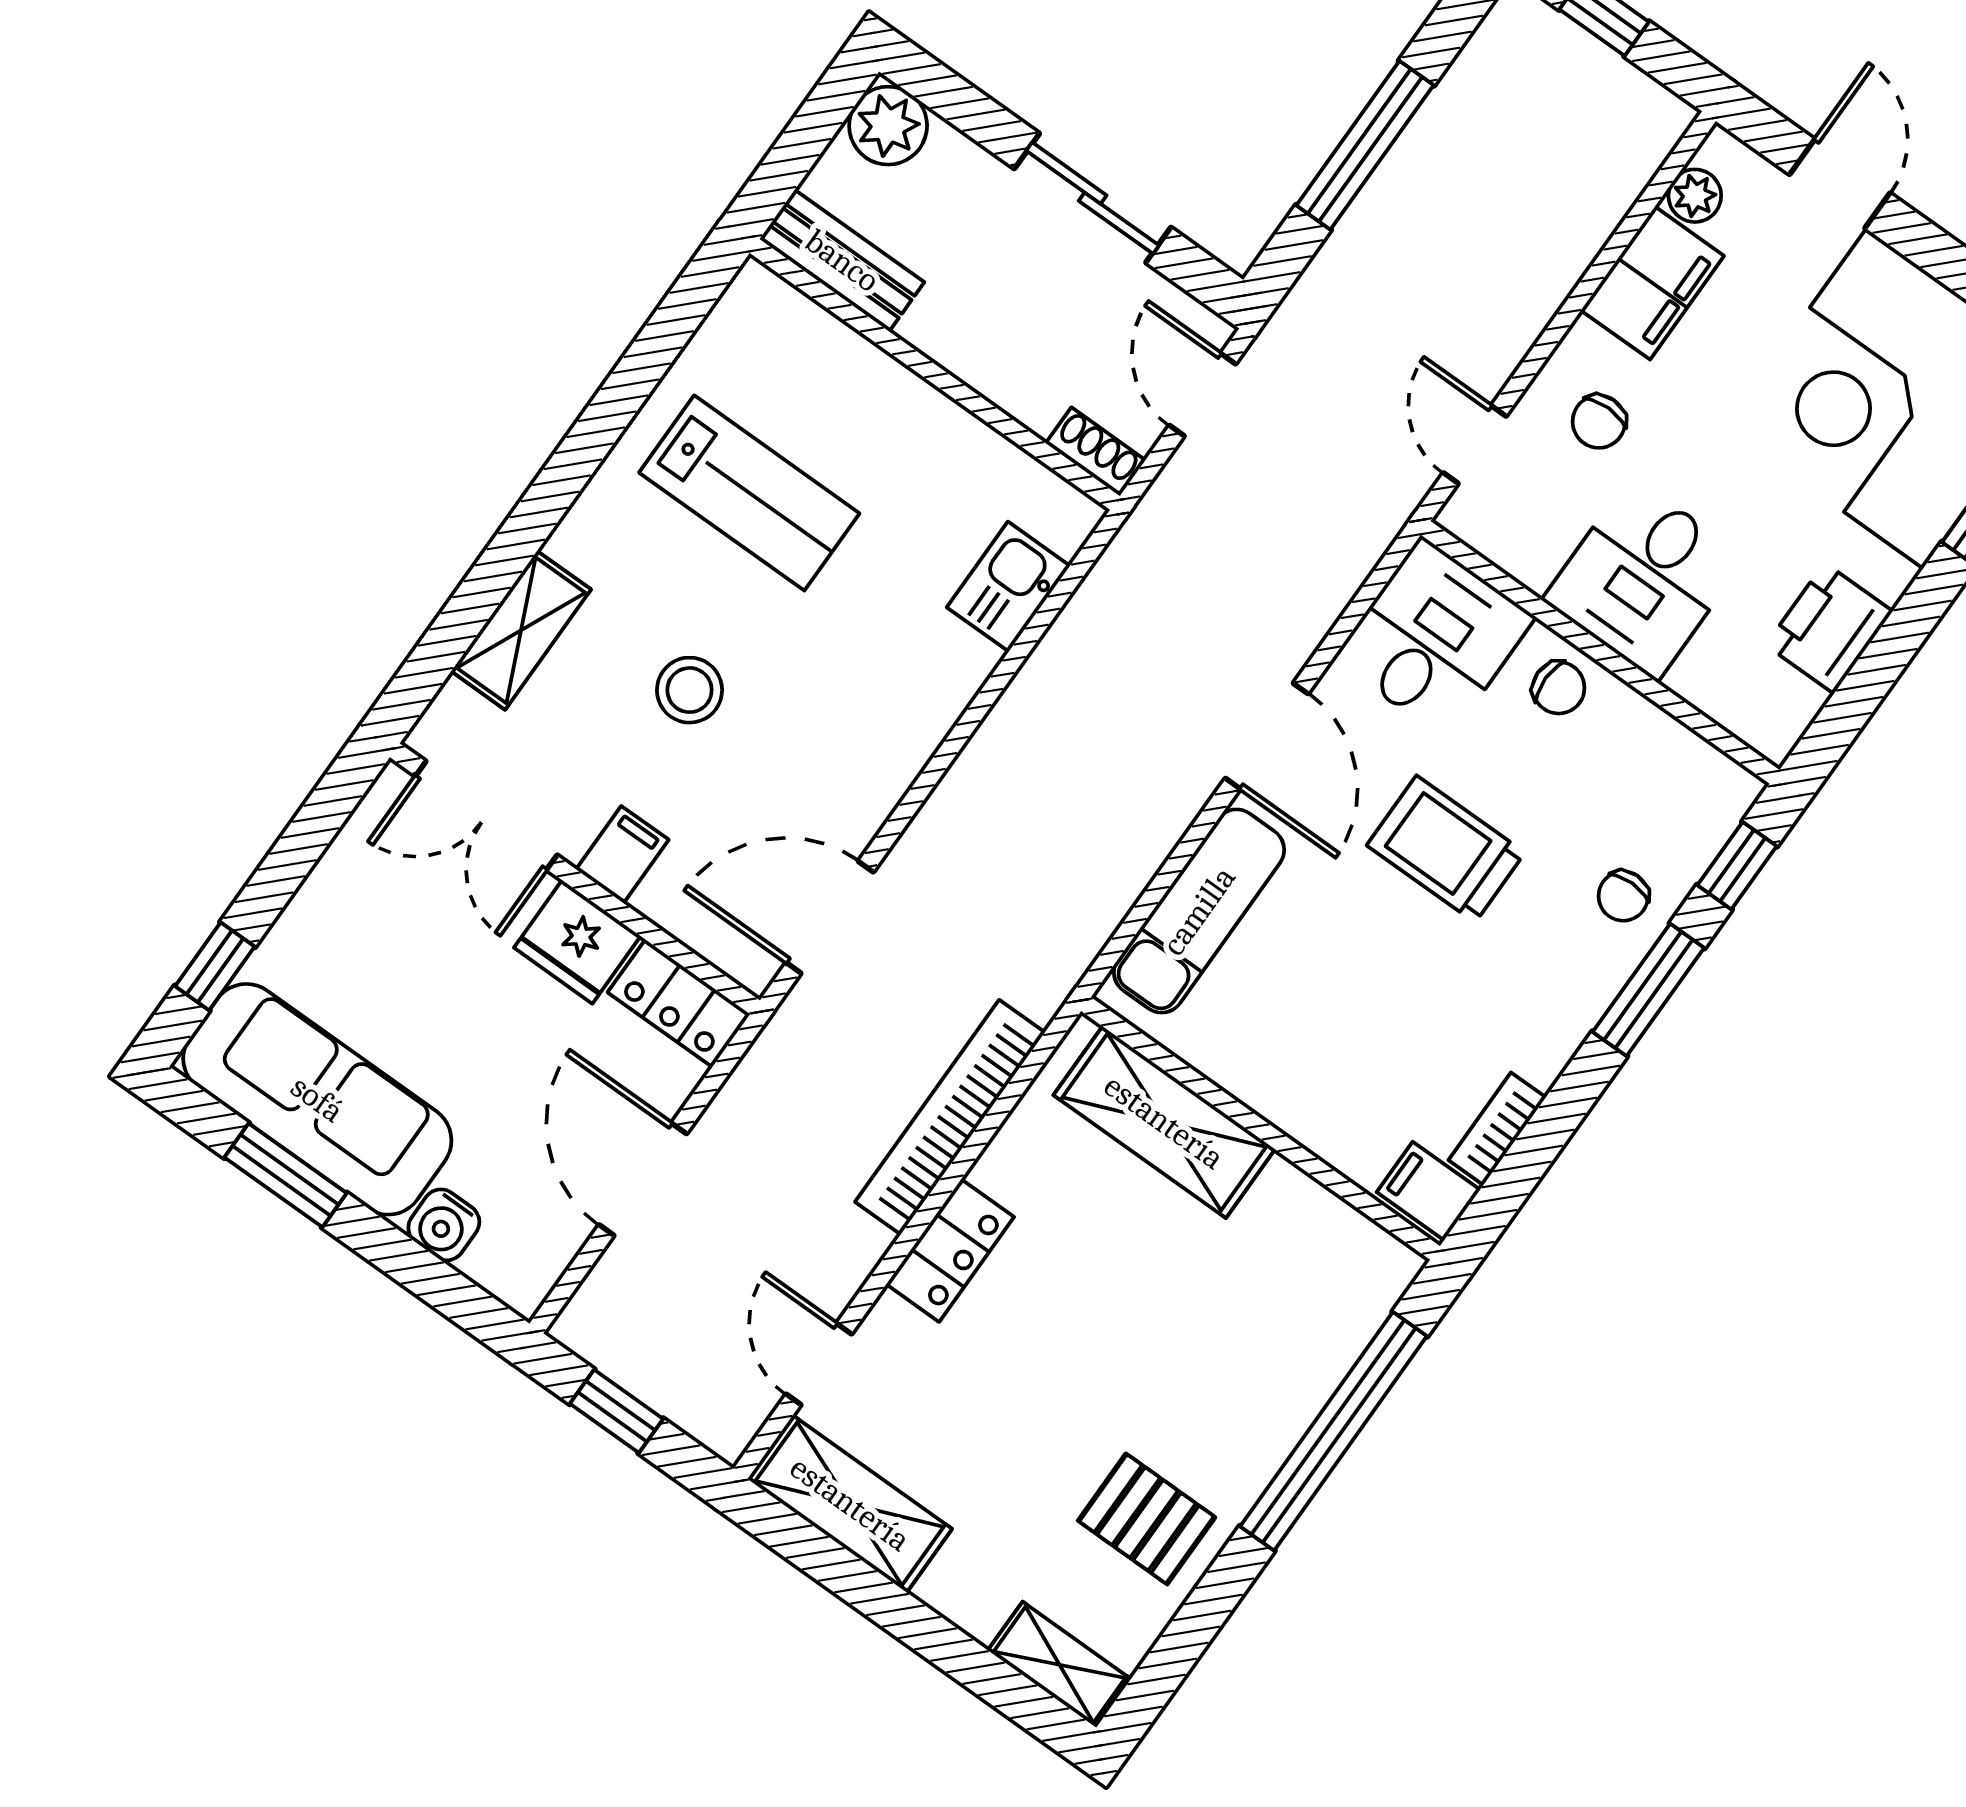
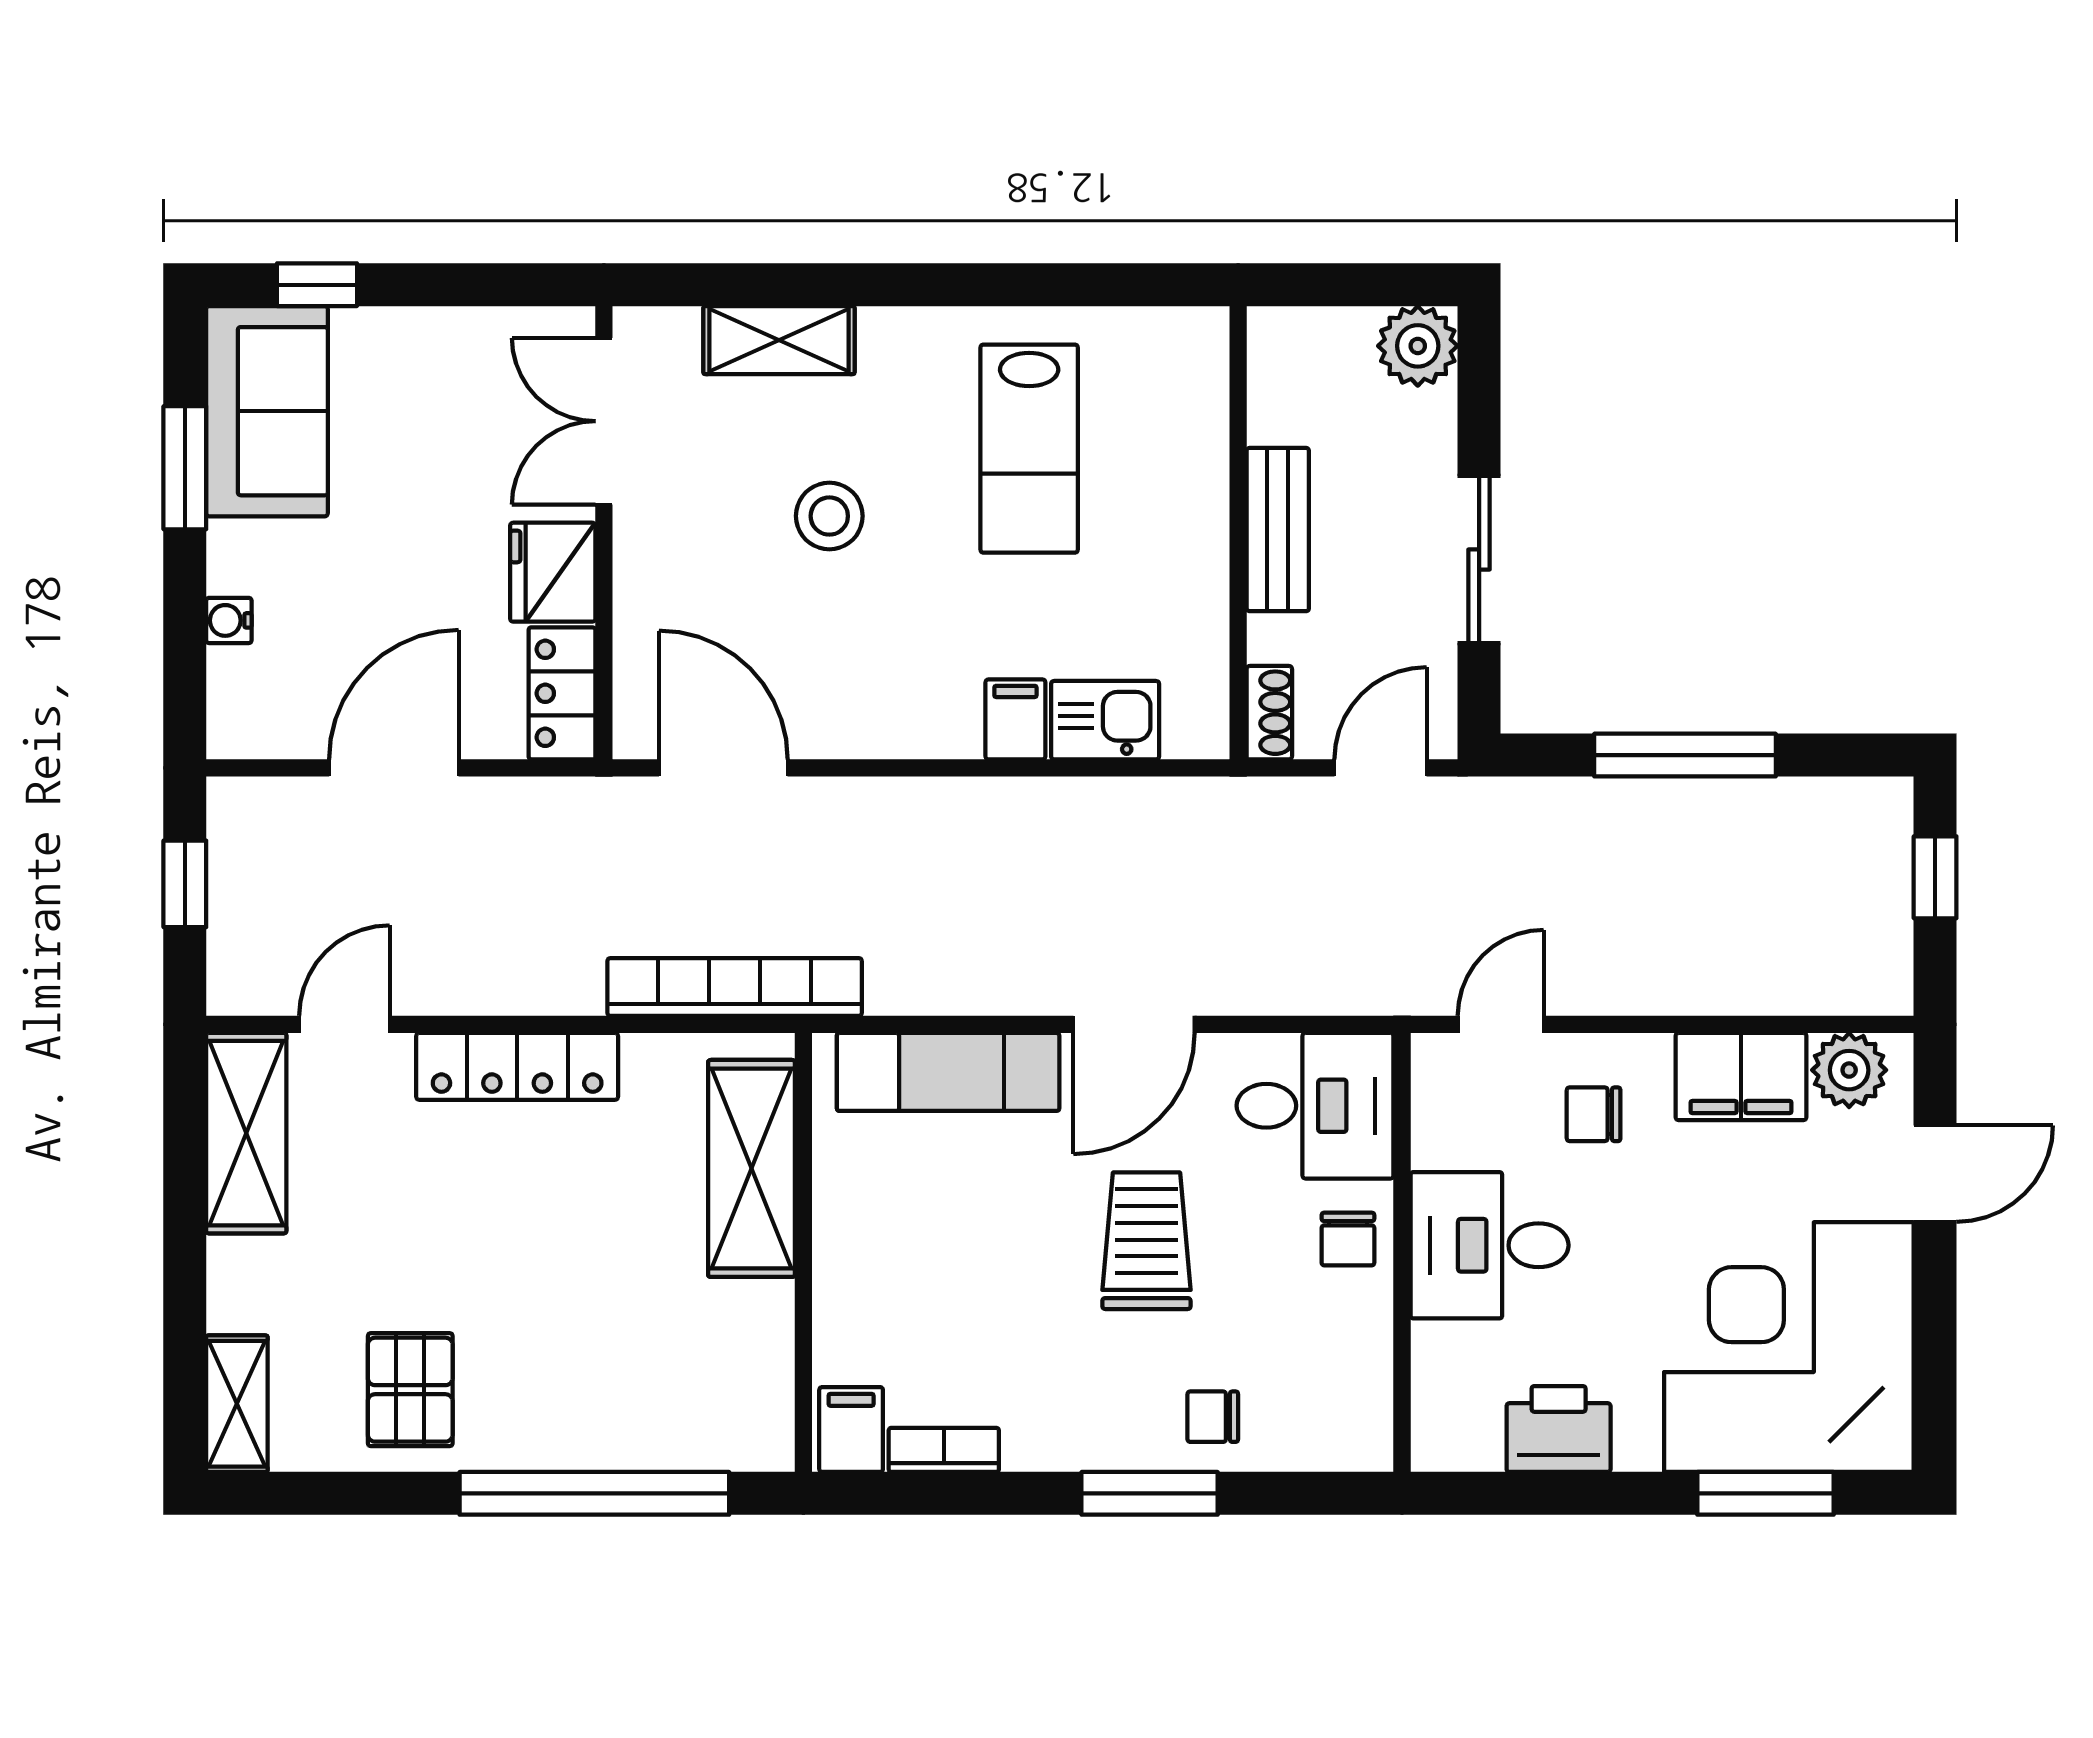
plant: (1695, 196) -> (1849, 1070), width x1.38, depth x1.38
bench: (842, 261) -> (1278, 530), moved
filing cabinet: (622, 854) -> (1015, 719), moved, turned -90
window: (1737, 866) -> (1306, 1493), removed
sofa: (317, 1099) -> (267, 411), width x0.73
bookcase: (950, 1117) -> (735, 987), moved
water cooler: (444, 1225) -> (229, 620), width x0.72, depth x0.72
locker: (950, 1251) -> (517, 1066), width x1.53

